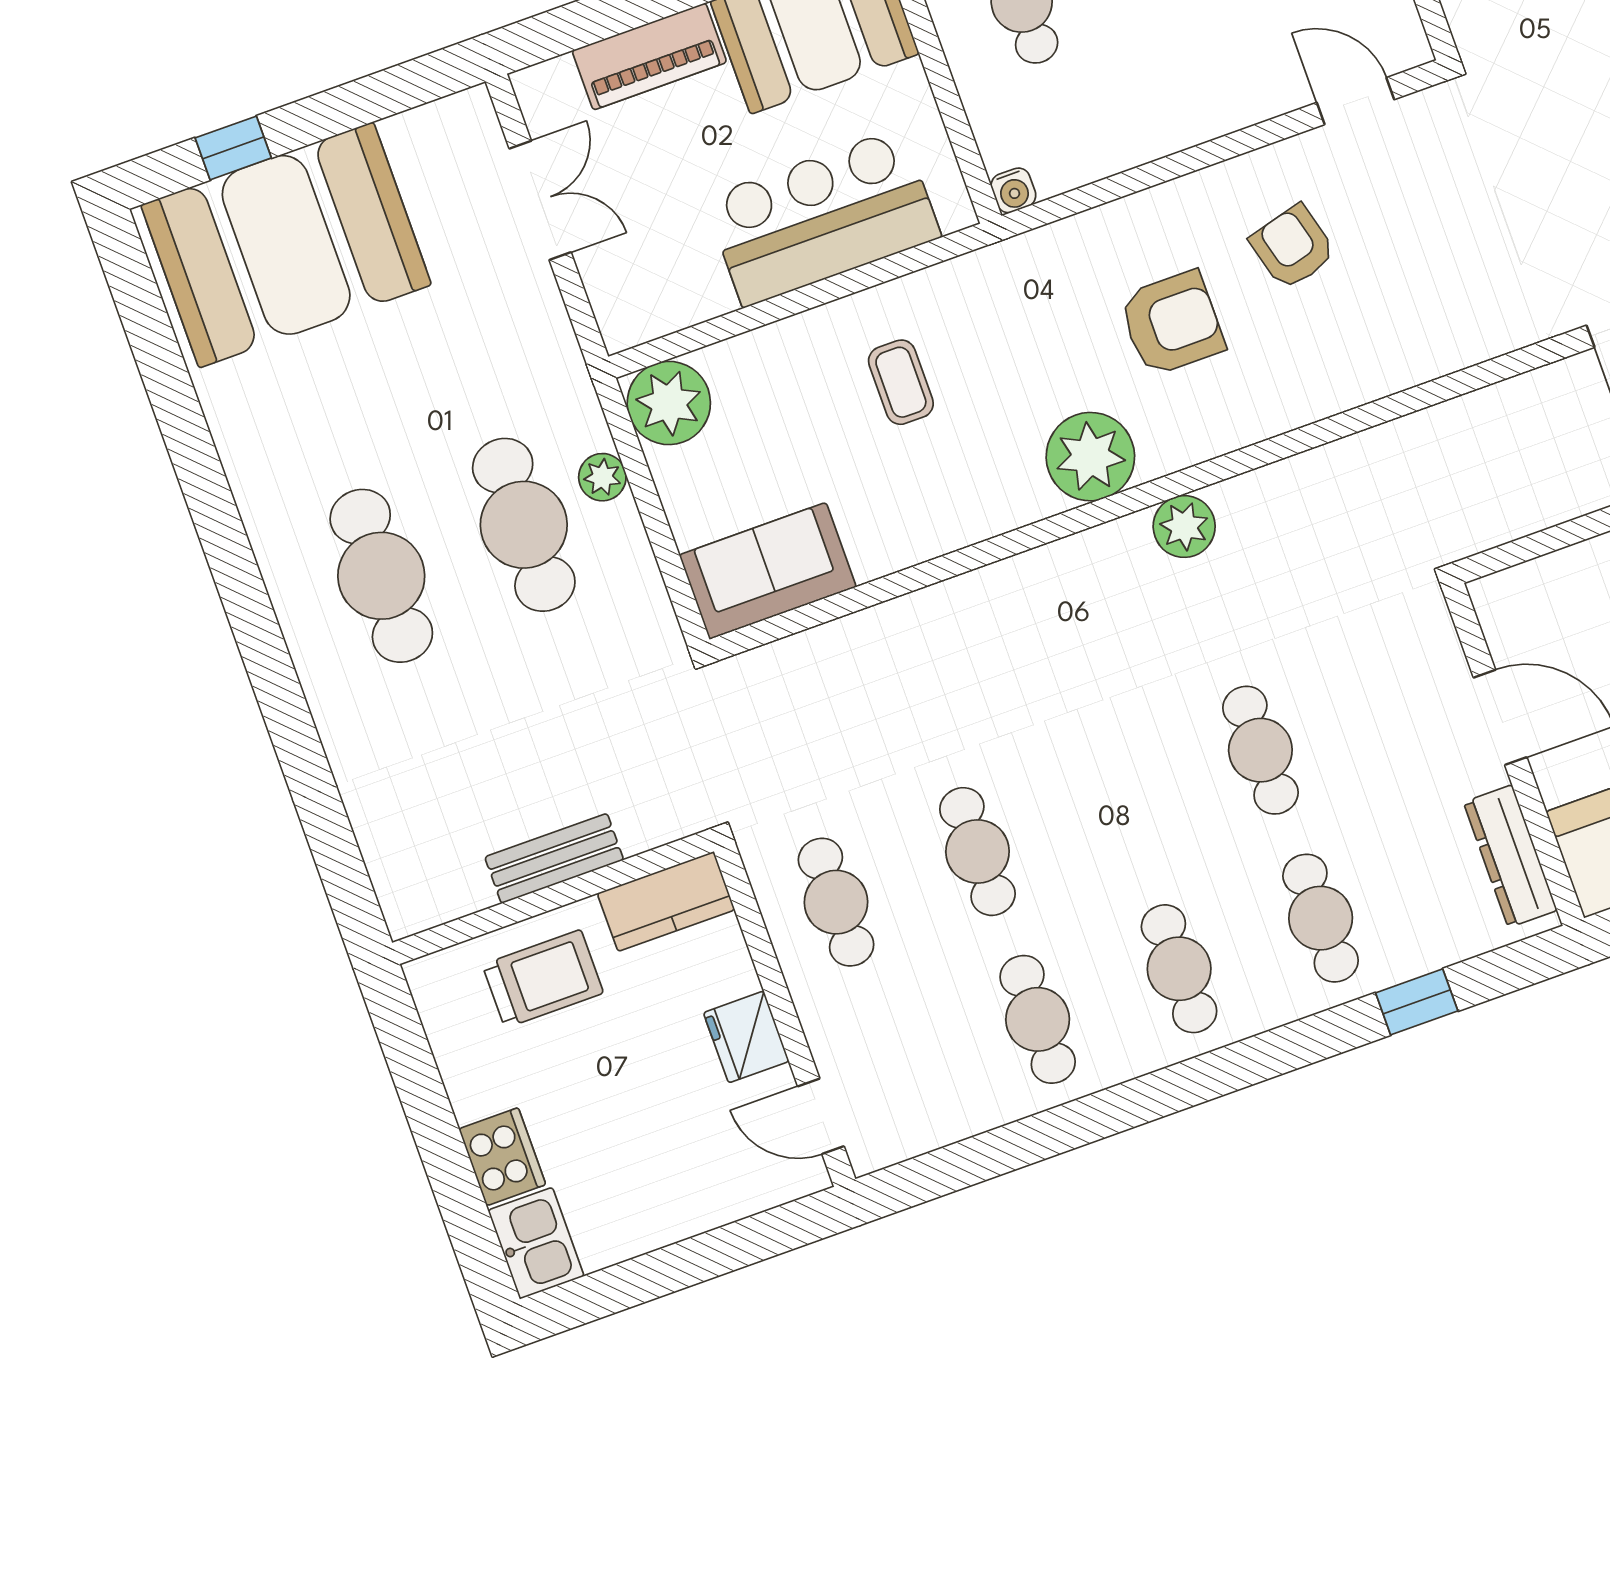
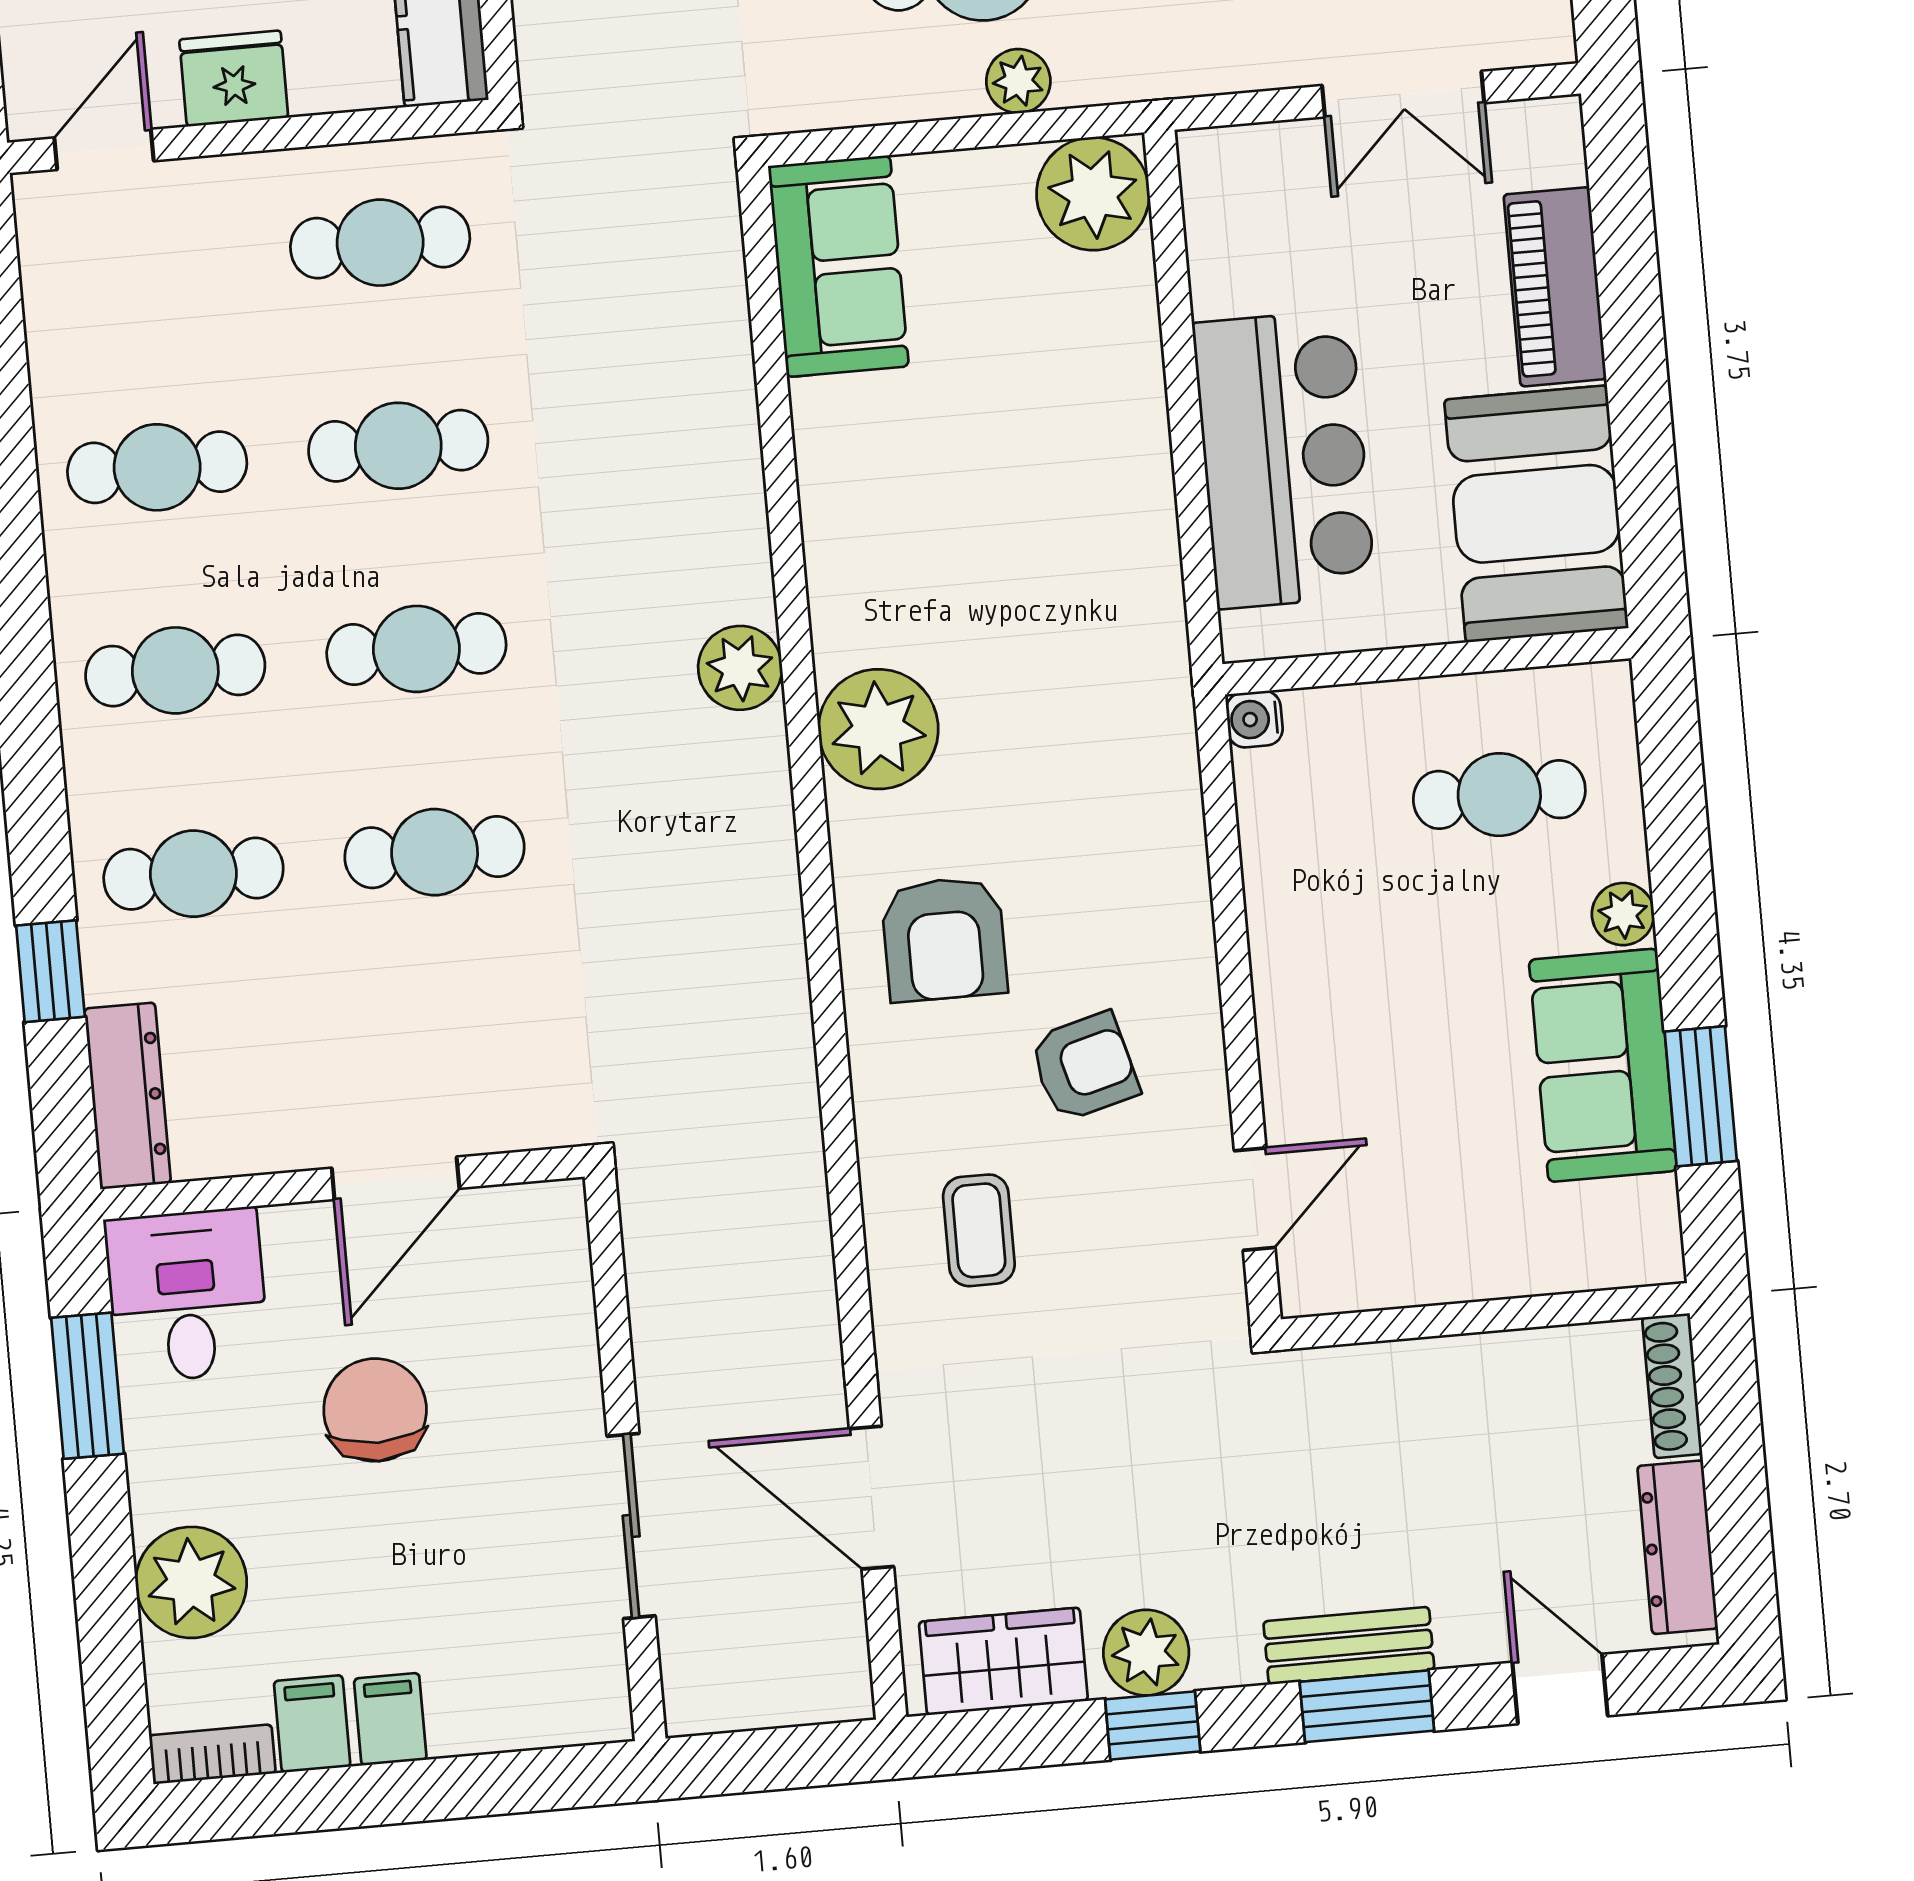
armchair: (1172, 323) -> (944, 939), moved
coffee table: (901, 382) -> (979, 1230), moved, turned 90
plant: (1184, 527) -> (740, 668), moved
cafe table: (1119, 801) -> (416, 649), added
dresser: (1510, 856) -> (128, 1096), moved, turned 90

